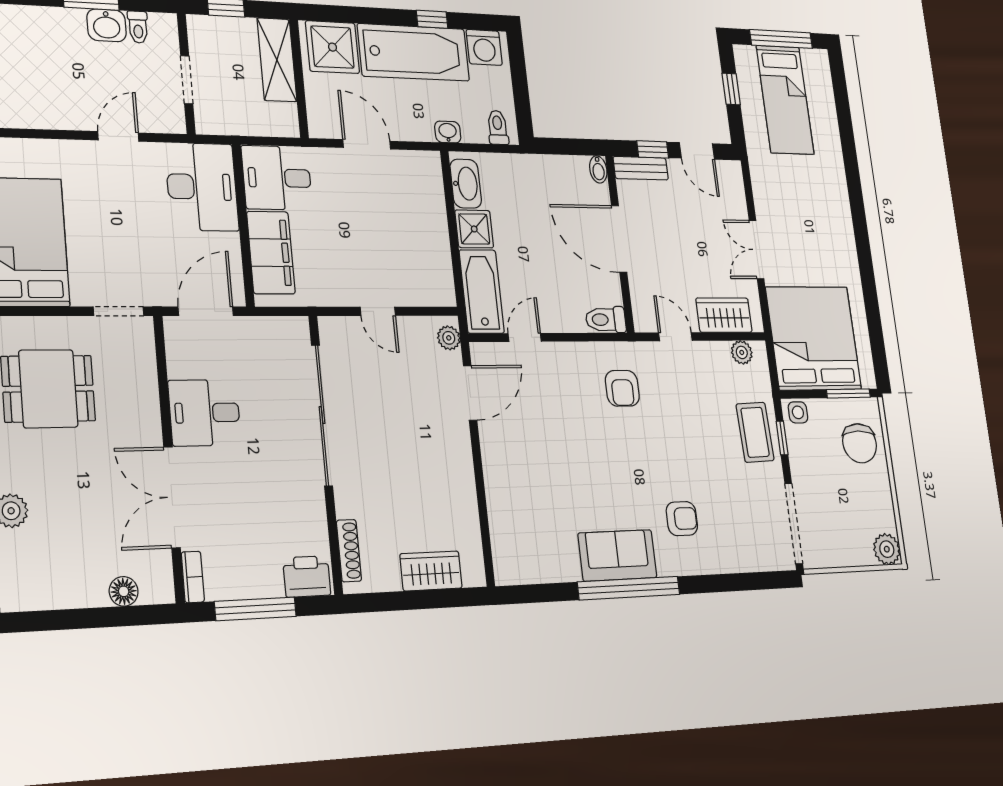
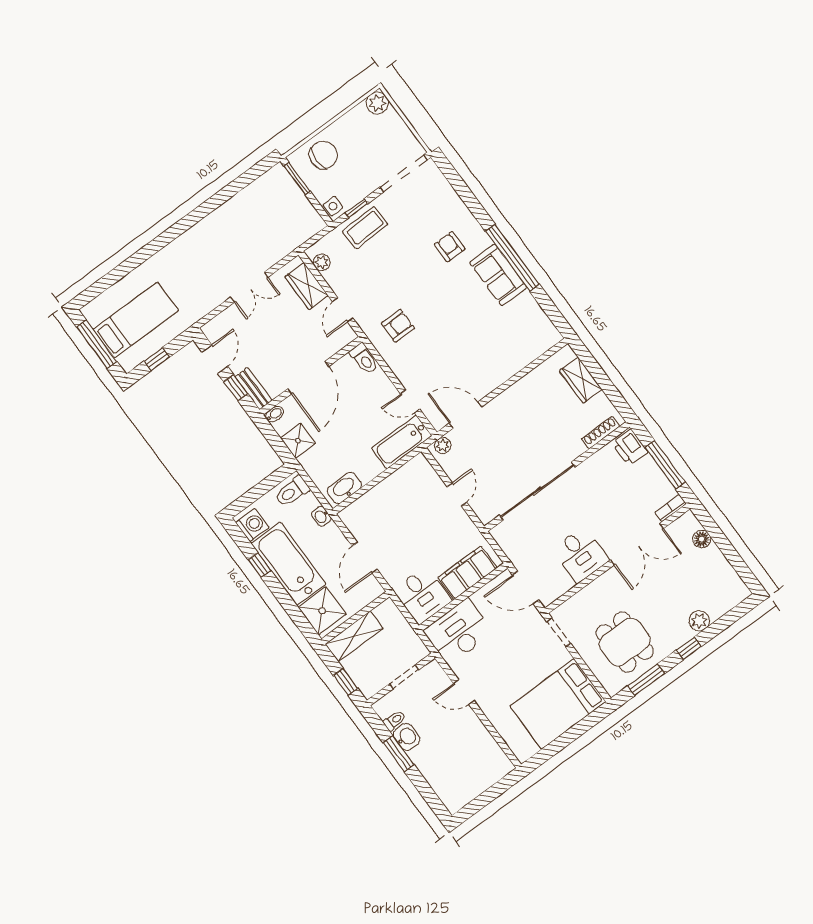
toilet: (498, 127) -> (292, 492), width x1.37, depth x1.39
shower: (474, 229) -> (298, 441), moved
bed: (813, 338) -> (279, 220), removed

